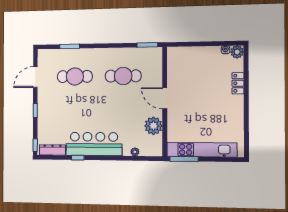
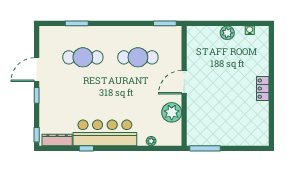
plant: (237, 52) -> (227, 33), moved
door: (35, 77) -> (37, 70), moved
locker: (238, 83) -> (263, 89), moved
door: (165, 98) -> (184, 82), hinge flipped
kitchen unit: (202, 150) -> (224, 138), removed

